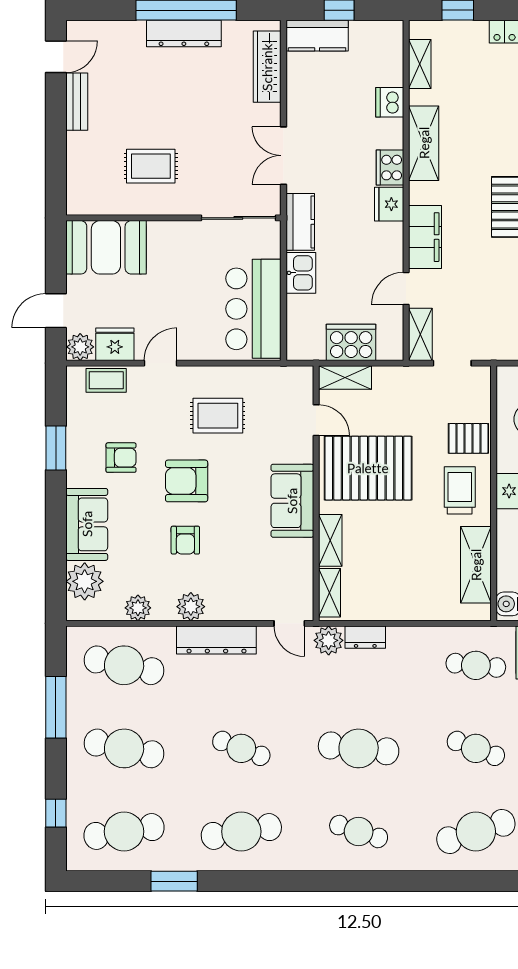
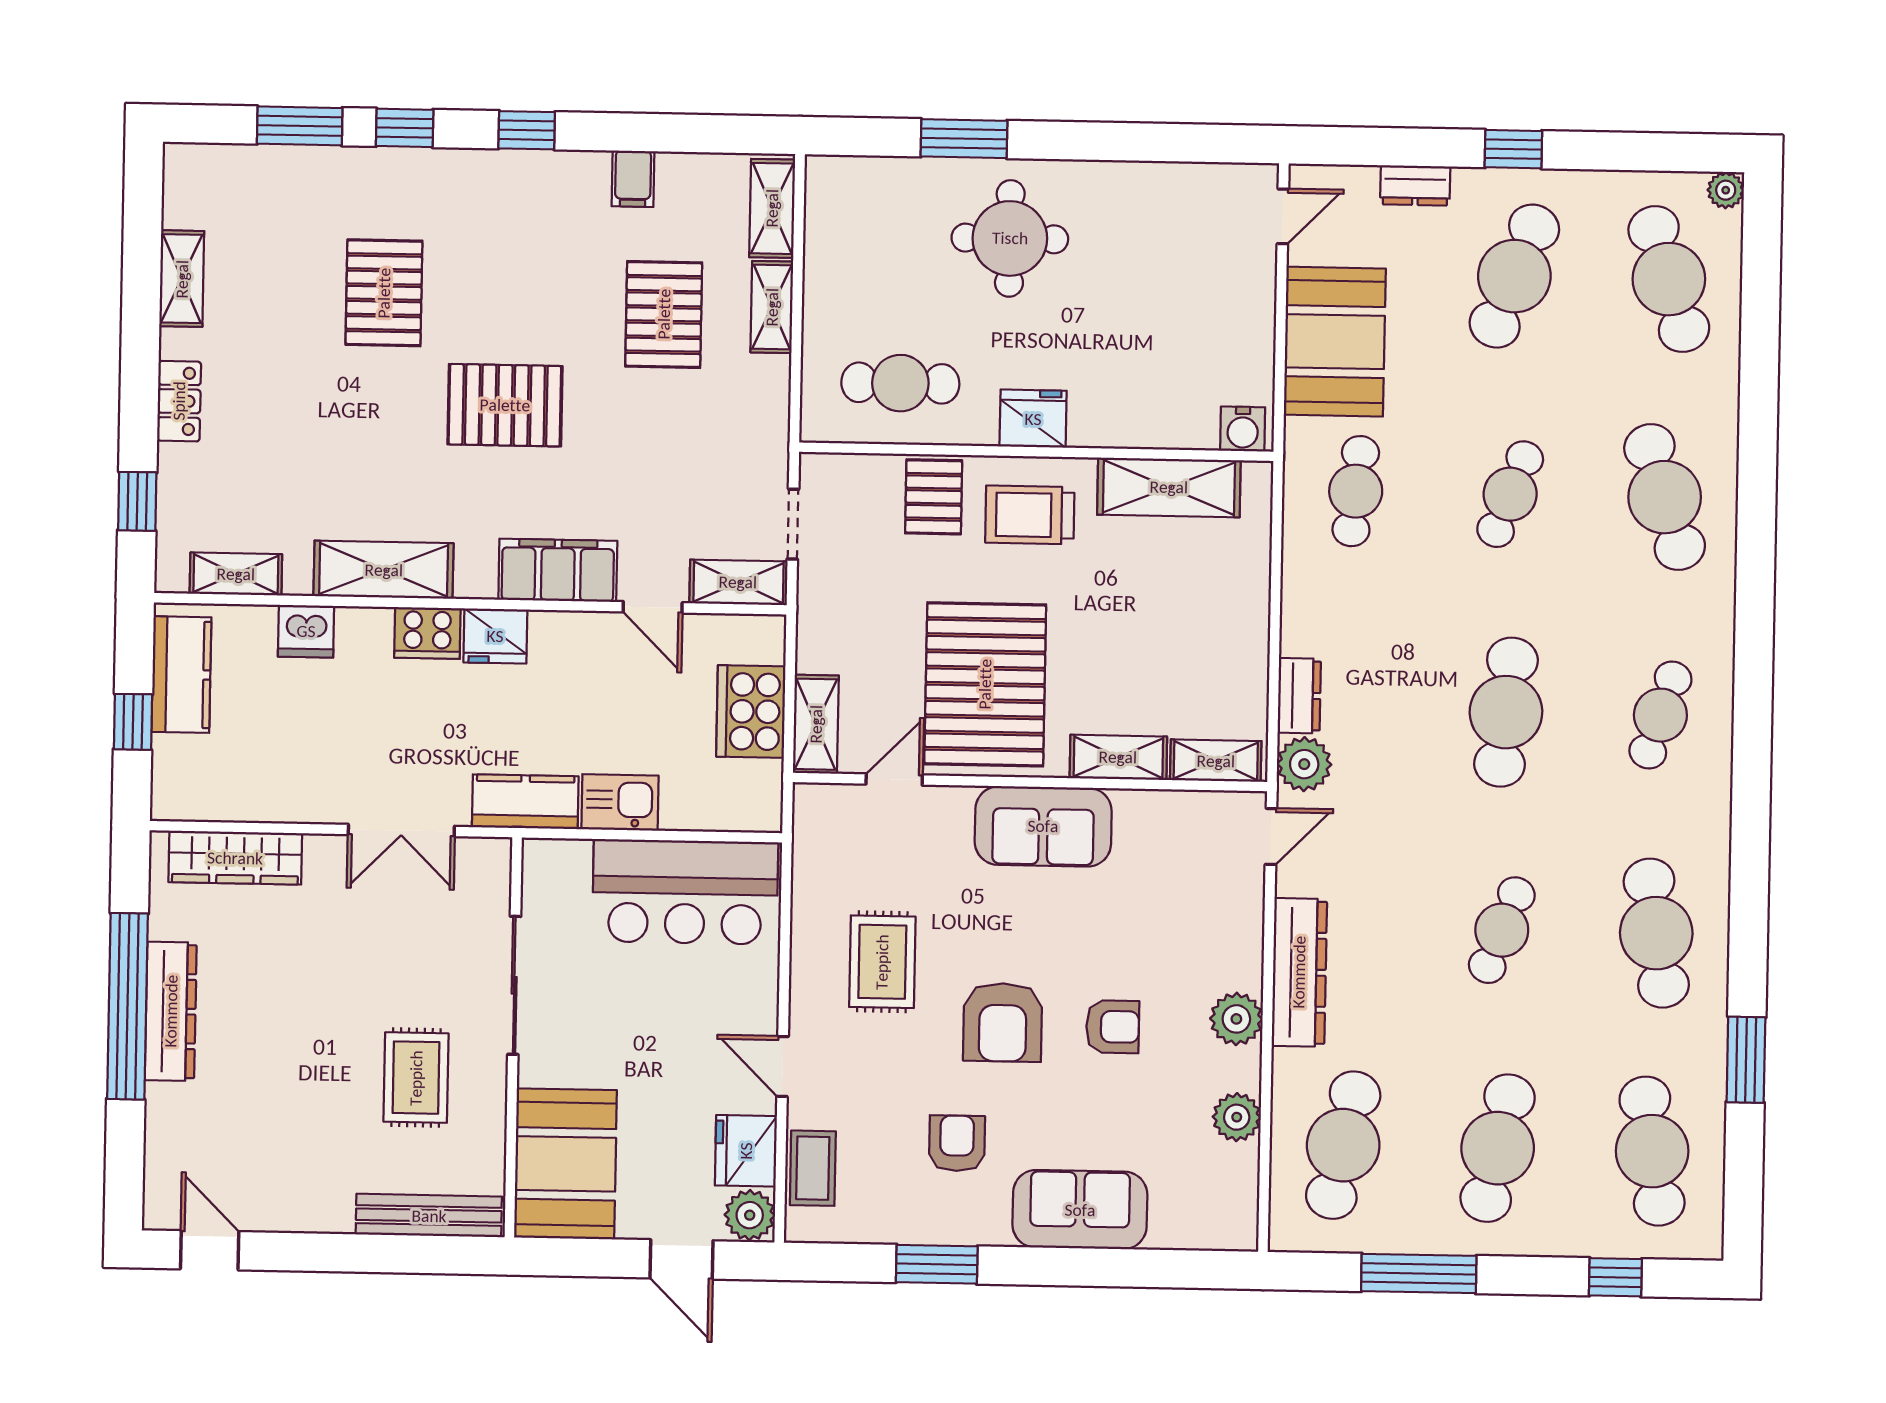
kitchen counter: (317, 36) -> (181, 675), moved
bench: (77, 102) -> (429, 1216), moved, width x1.36
sliding door: (238, 218) -> (514, 985), moved
plant: (85, 581) -> (1186, 1216), removed

